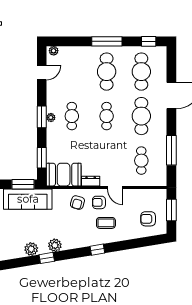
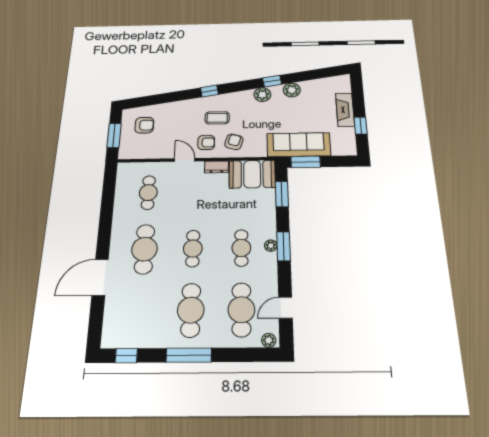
cafe table: (141, 72) -> (241, 310), moved
window: (171, 150) -> (107, 206), removed
coffee table: (106, 223) -> (217, 118), moved

